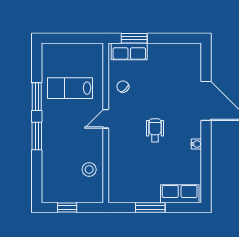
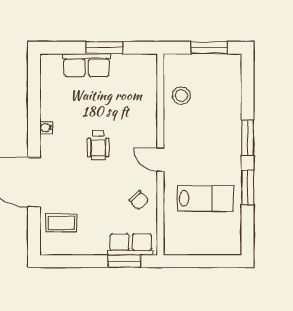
coffee table: (184, 69) -> (61, 223), added
door: (106, 119) -> (160, 160), swing flipped
row of seats: (180, 194) -> (87, 65), moved
window: (67, 207) -> (209, 48), width x1.50

